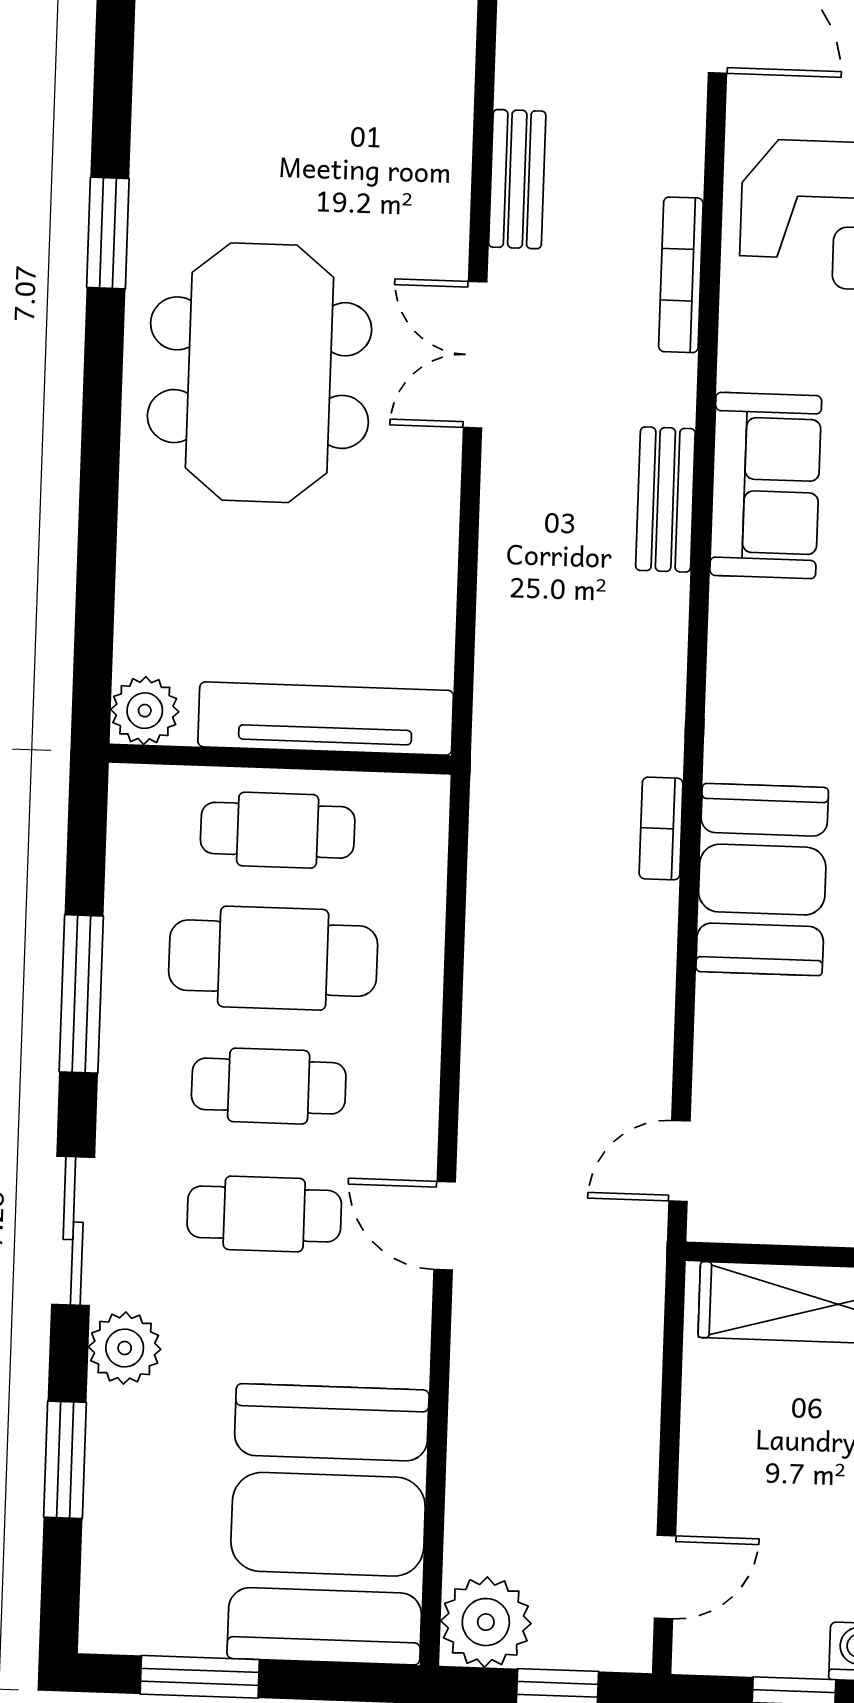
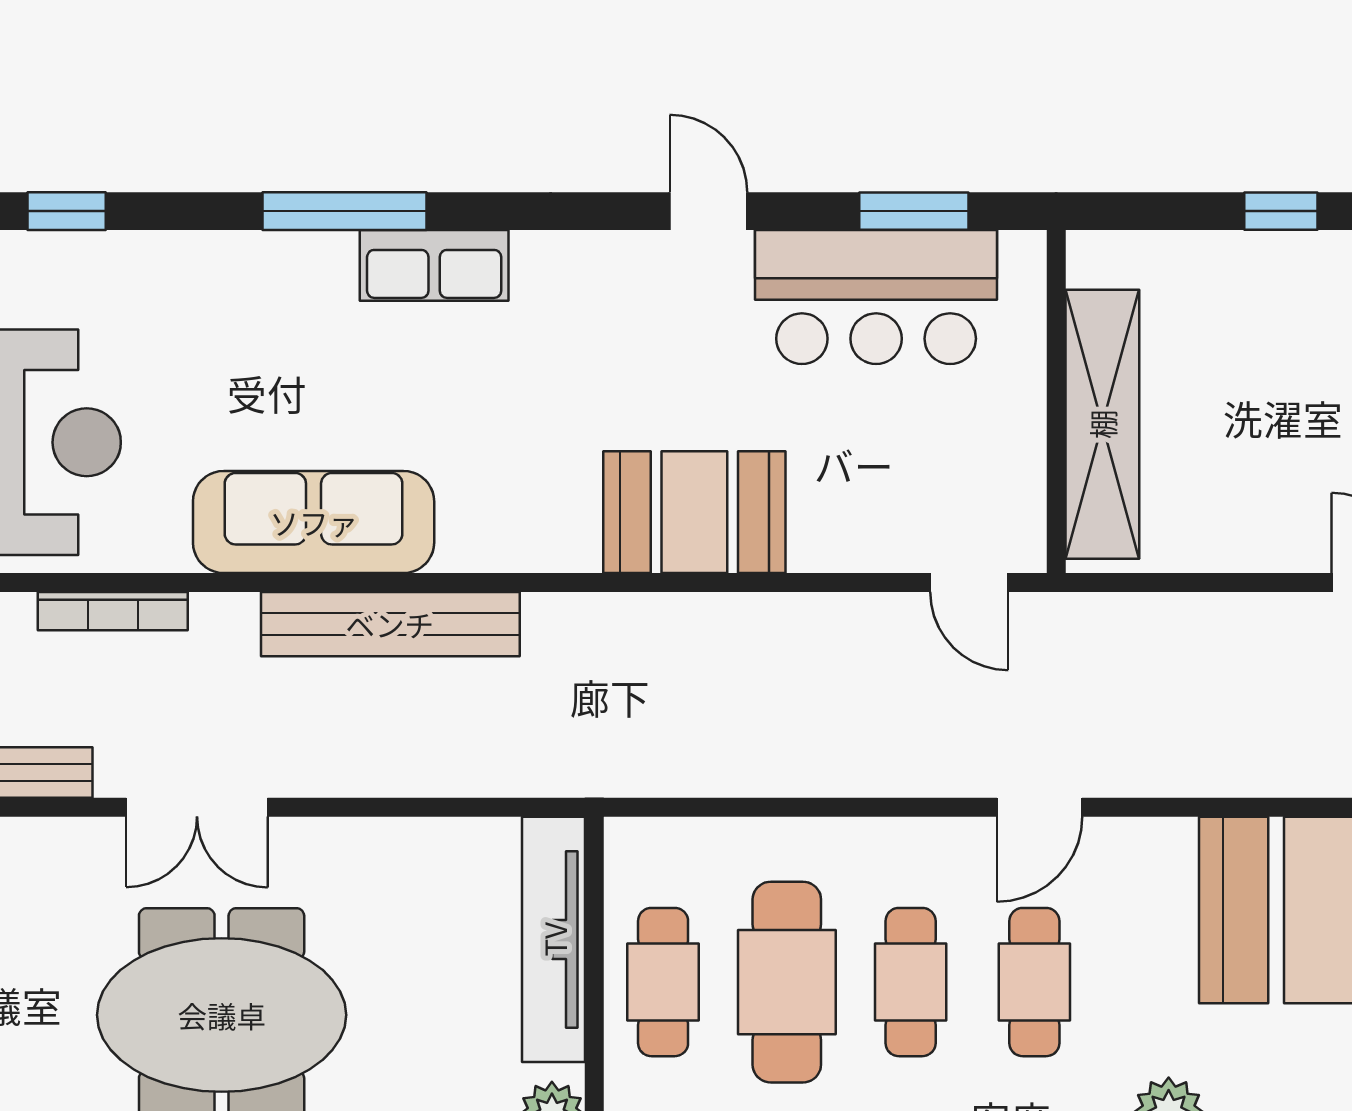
sofa: (766, 486) -> (314, 522), width x1.36
bench: (665, 499) -> (390, 624), width x1.86, depth x1.21
bookcase: (661, 828) -> (648, 612), removed

